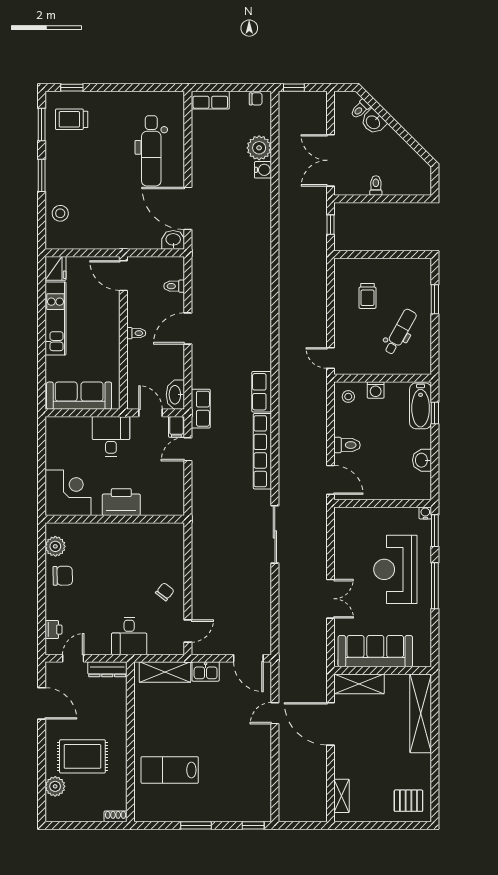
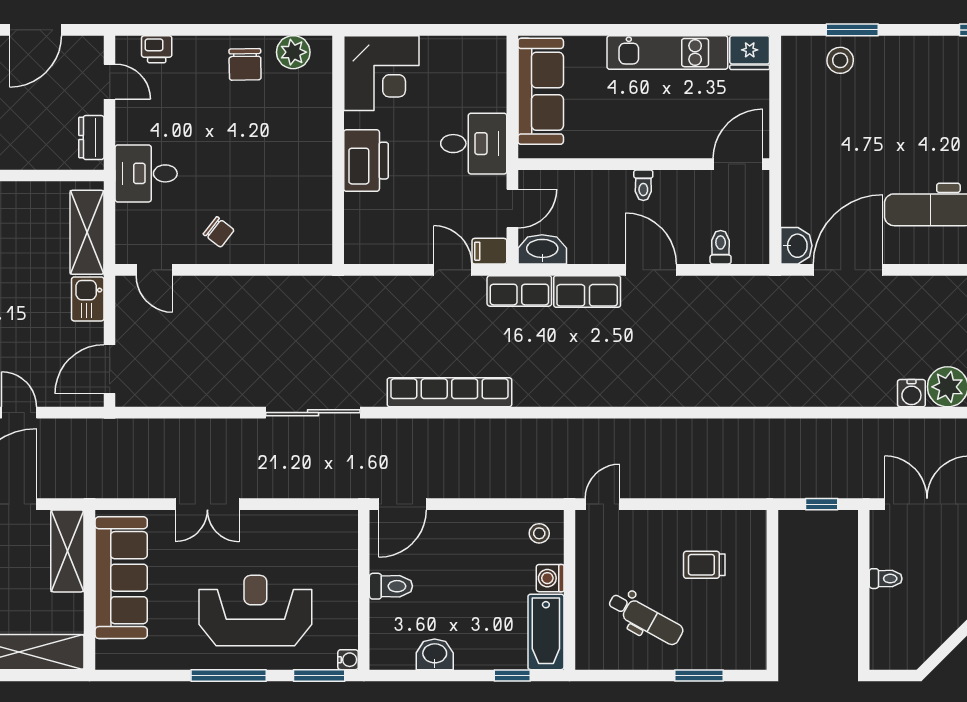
window: (42, 175) -> (852, 30), moved
row of seats: (262, 392) -> (587, 291), moved, turned 180
bathtub: (421, 406) -> (546, 632), moved, turned -90
toilet: (347, 445) -> (391, 586), moved, turned -90
dresser: (107, 669) -> (91, 138), width x0.70

